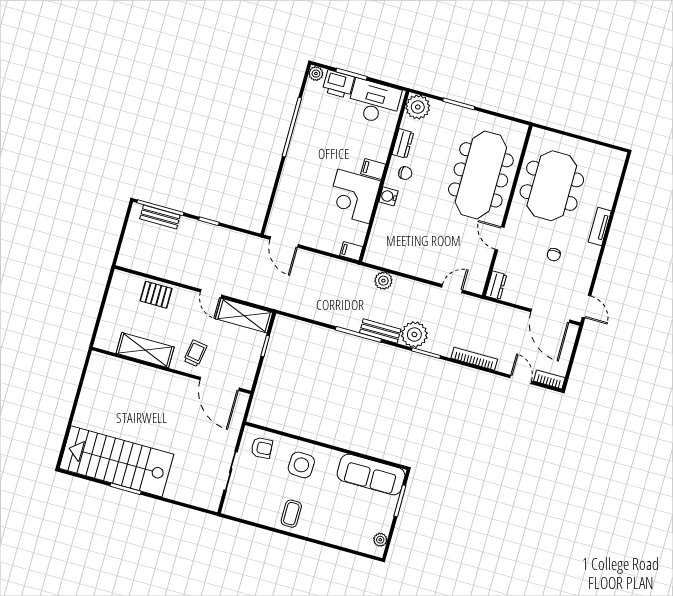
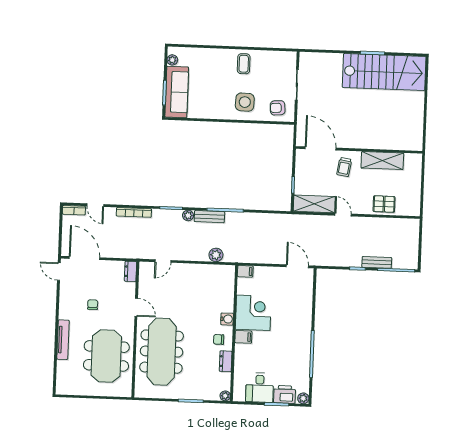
desk: (374, 102) -> (260, 388), width x0.73
plant: (418, 107) -> (225, 396), width x0.53, depth x0.53
bench: (160, 217) -> (377, 262), moved
tv unit: (600, 226) -> (63, 340), width x1.41
plant: (414, 335) -> (188, 215), width x0.53, depth x0.53
sofa: (371, 475) -> (177, 92), moved, turned 90

